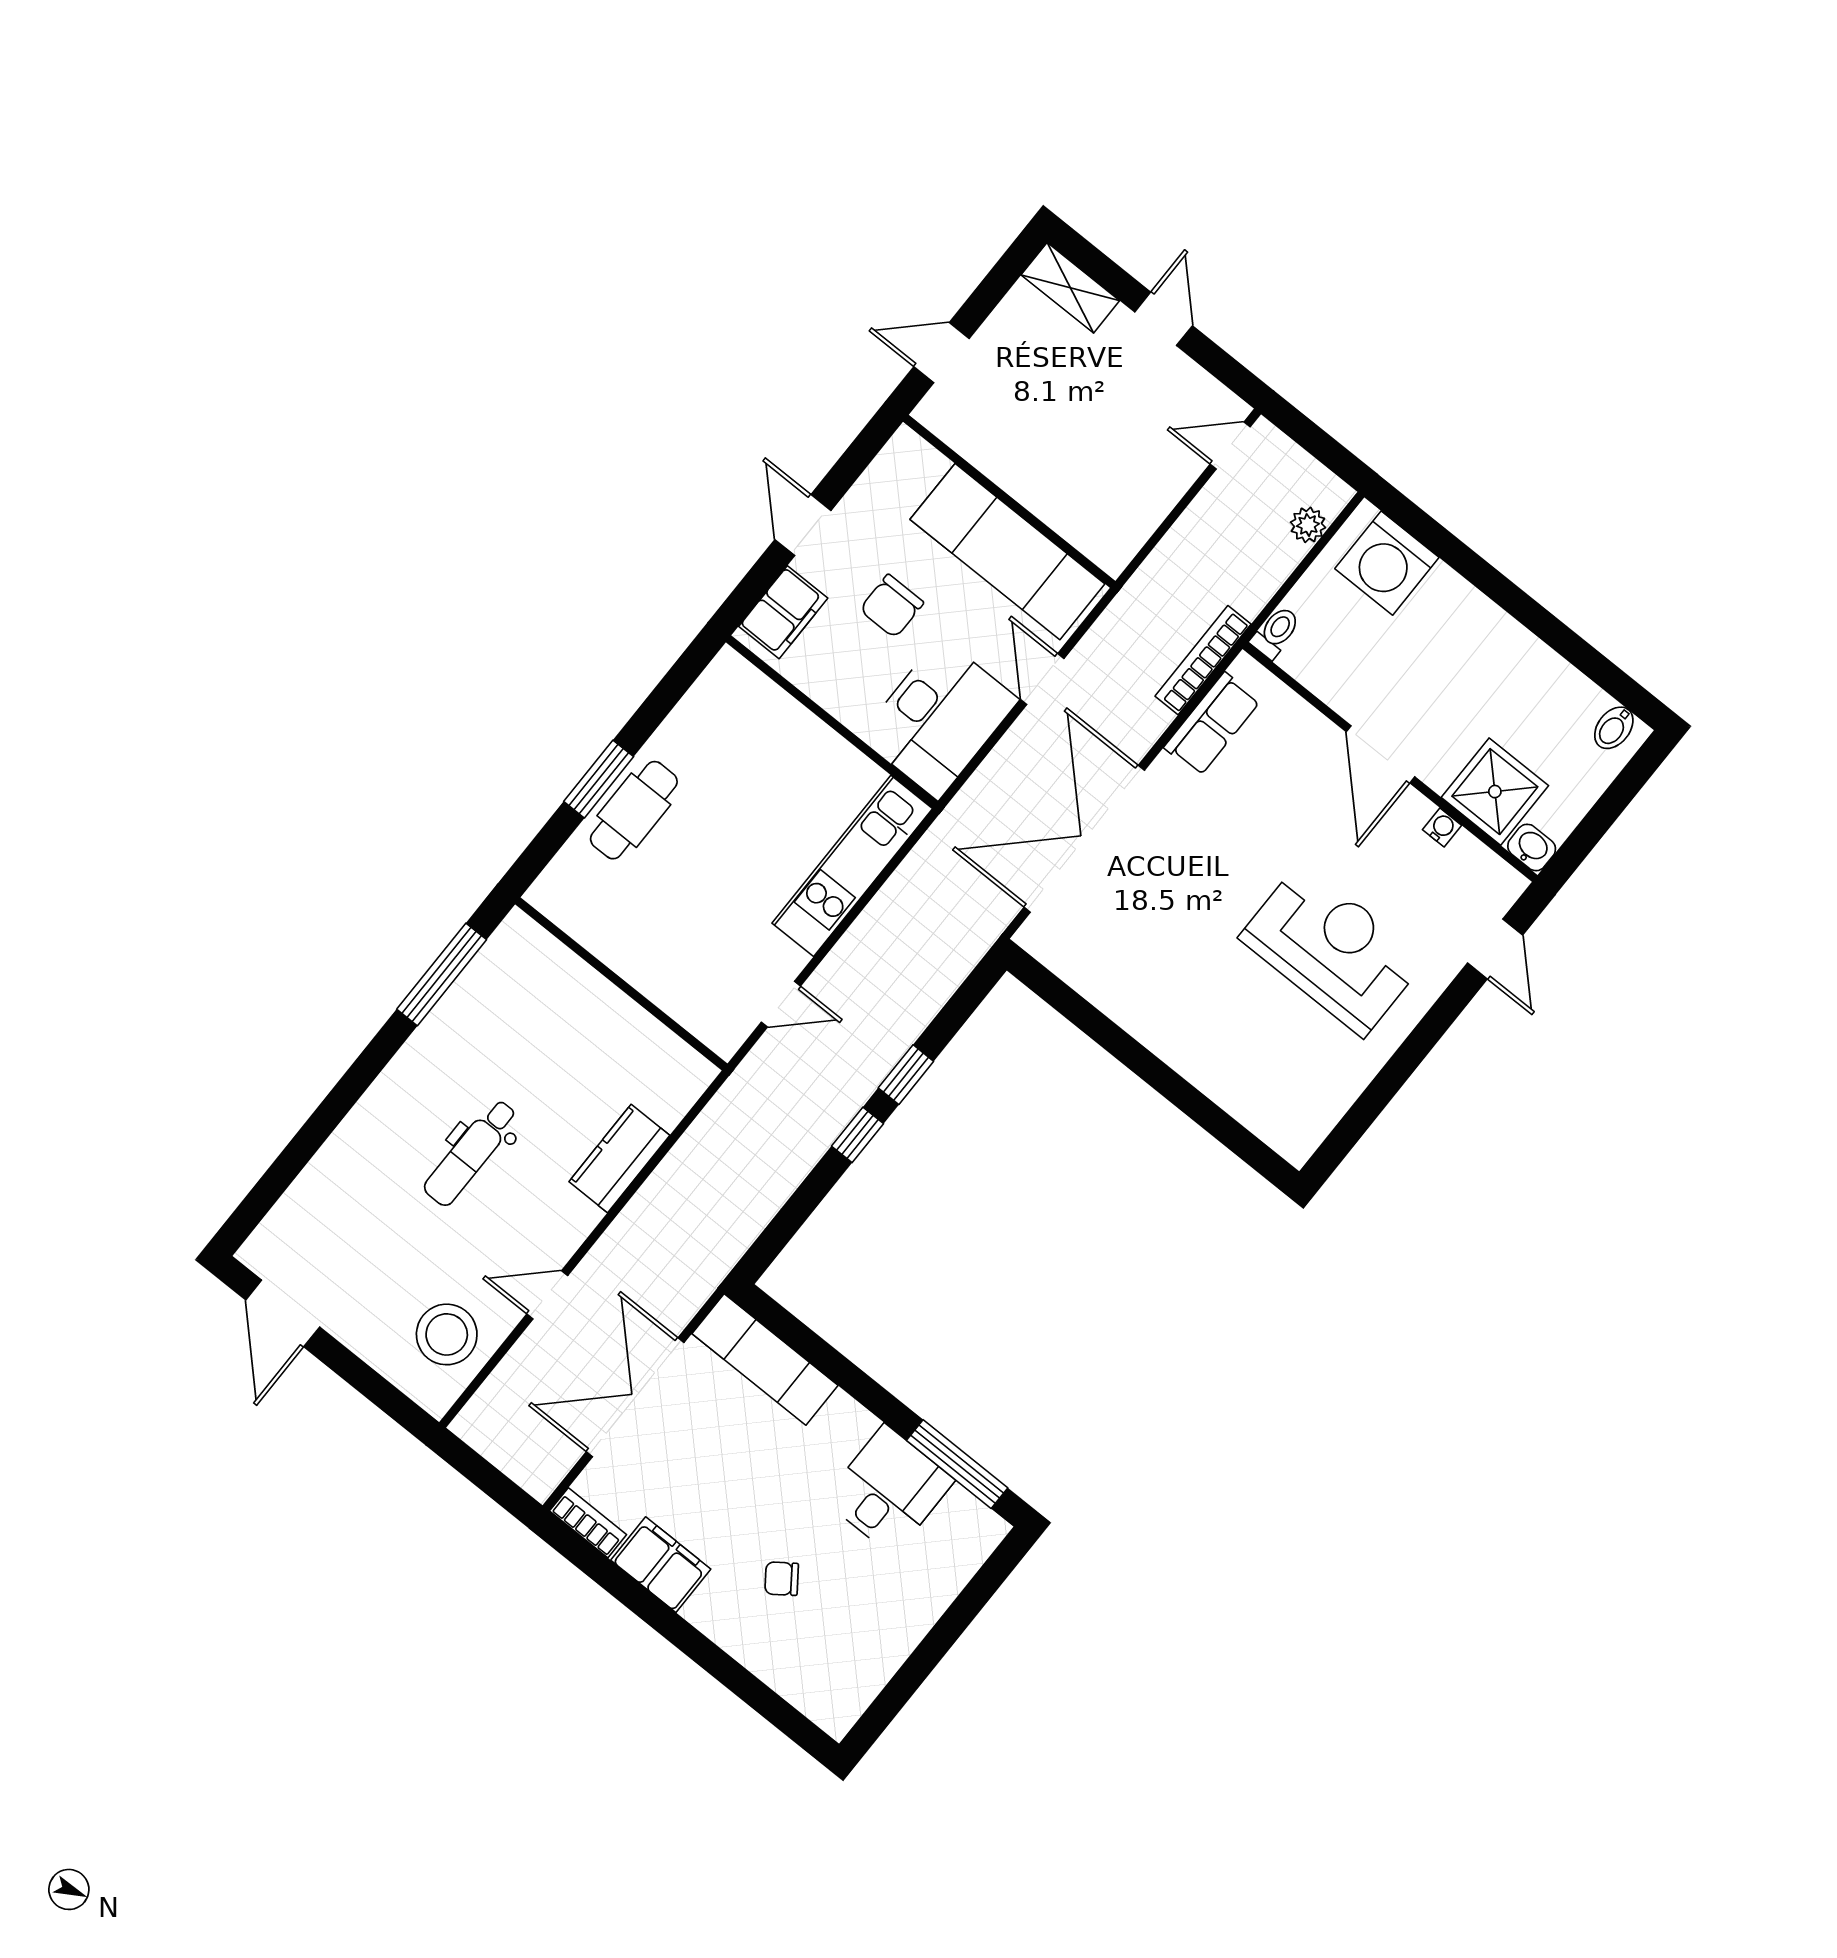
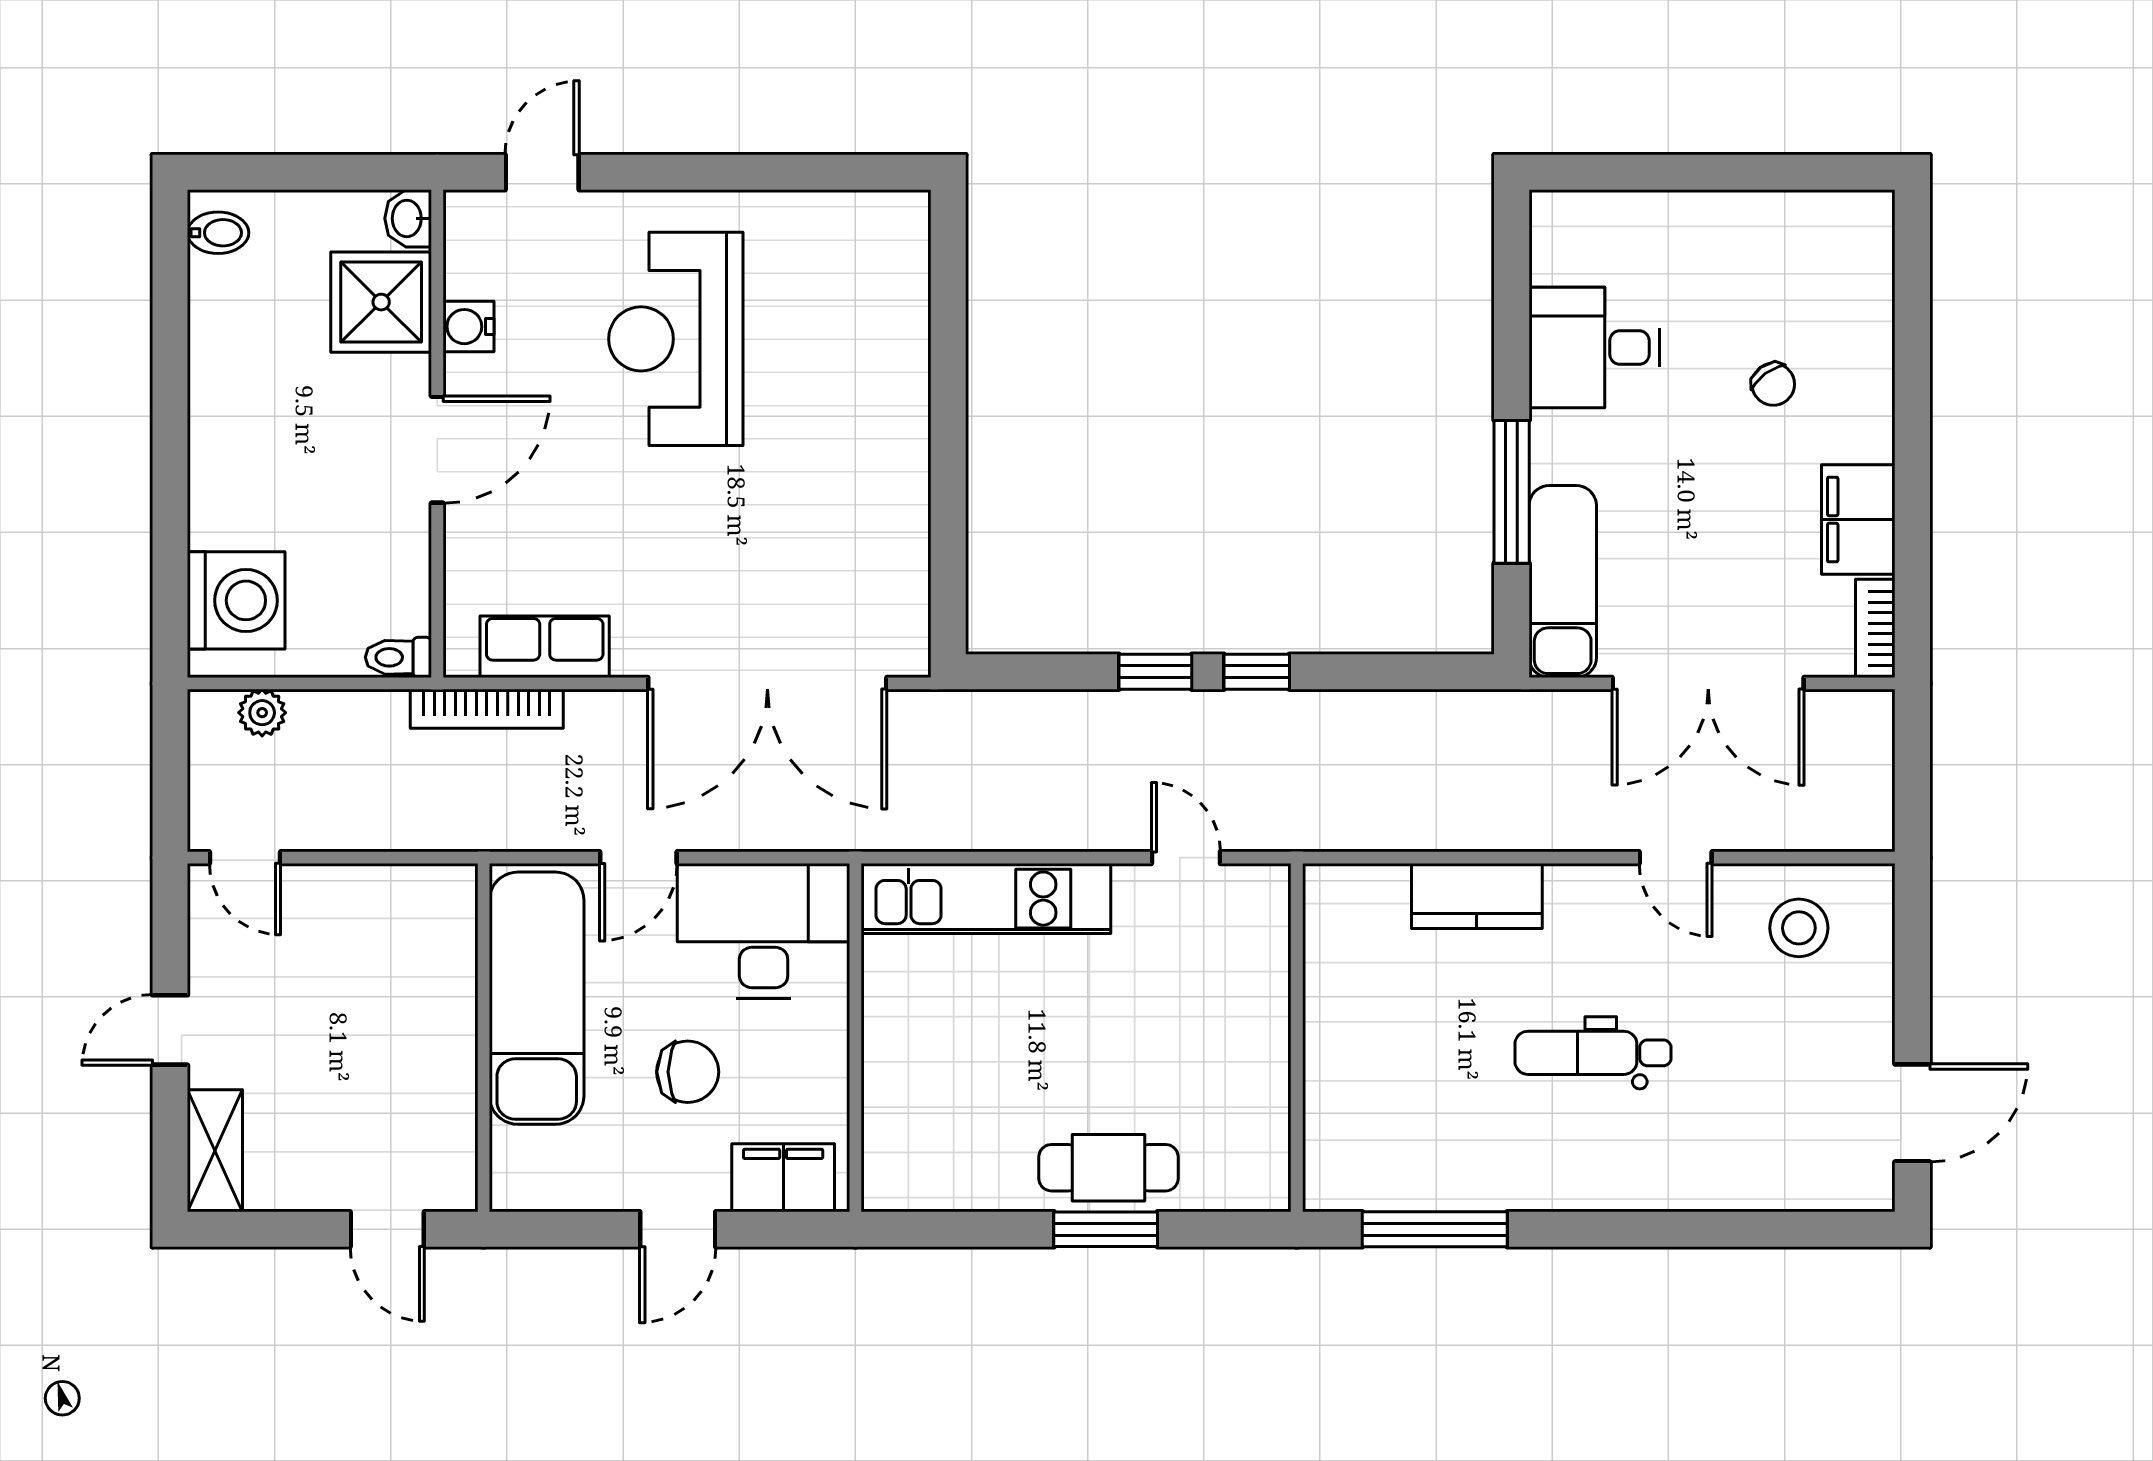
water cooler: (1442, 827) -> (468, 327), width x1.38, depth x1.38
dental chair: (471, 1153) -> (1593, 1053), turned 180
stool: (447, 1334) -> (1799, 928), width x0.73, depth x0.73
window: (957, 1464) -> (1512, 492), moved

